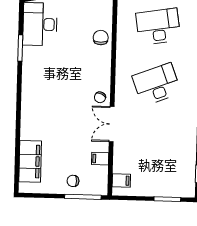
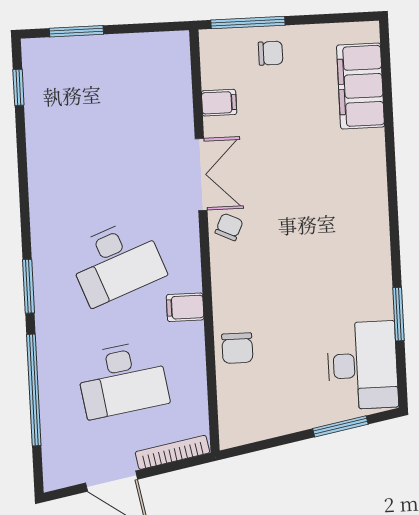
filing cabinet: (121, 181) -> (185, 307), moved

